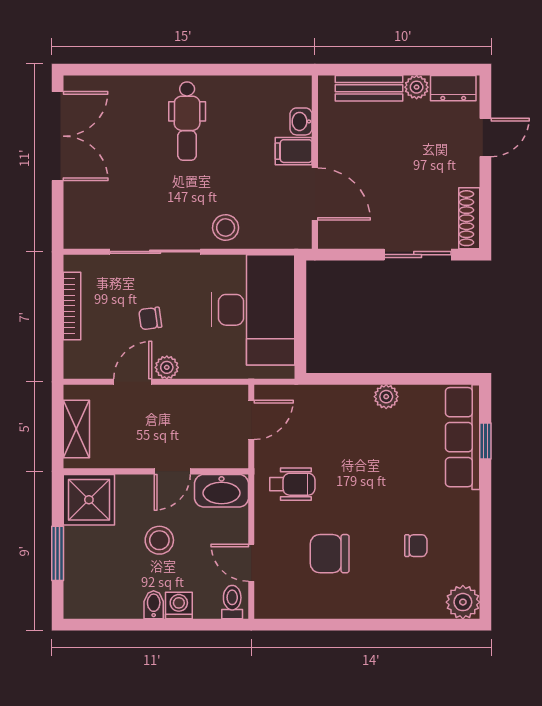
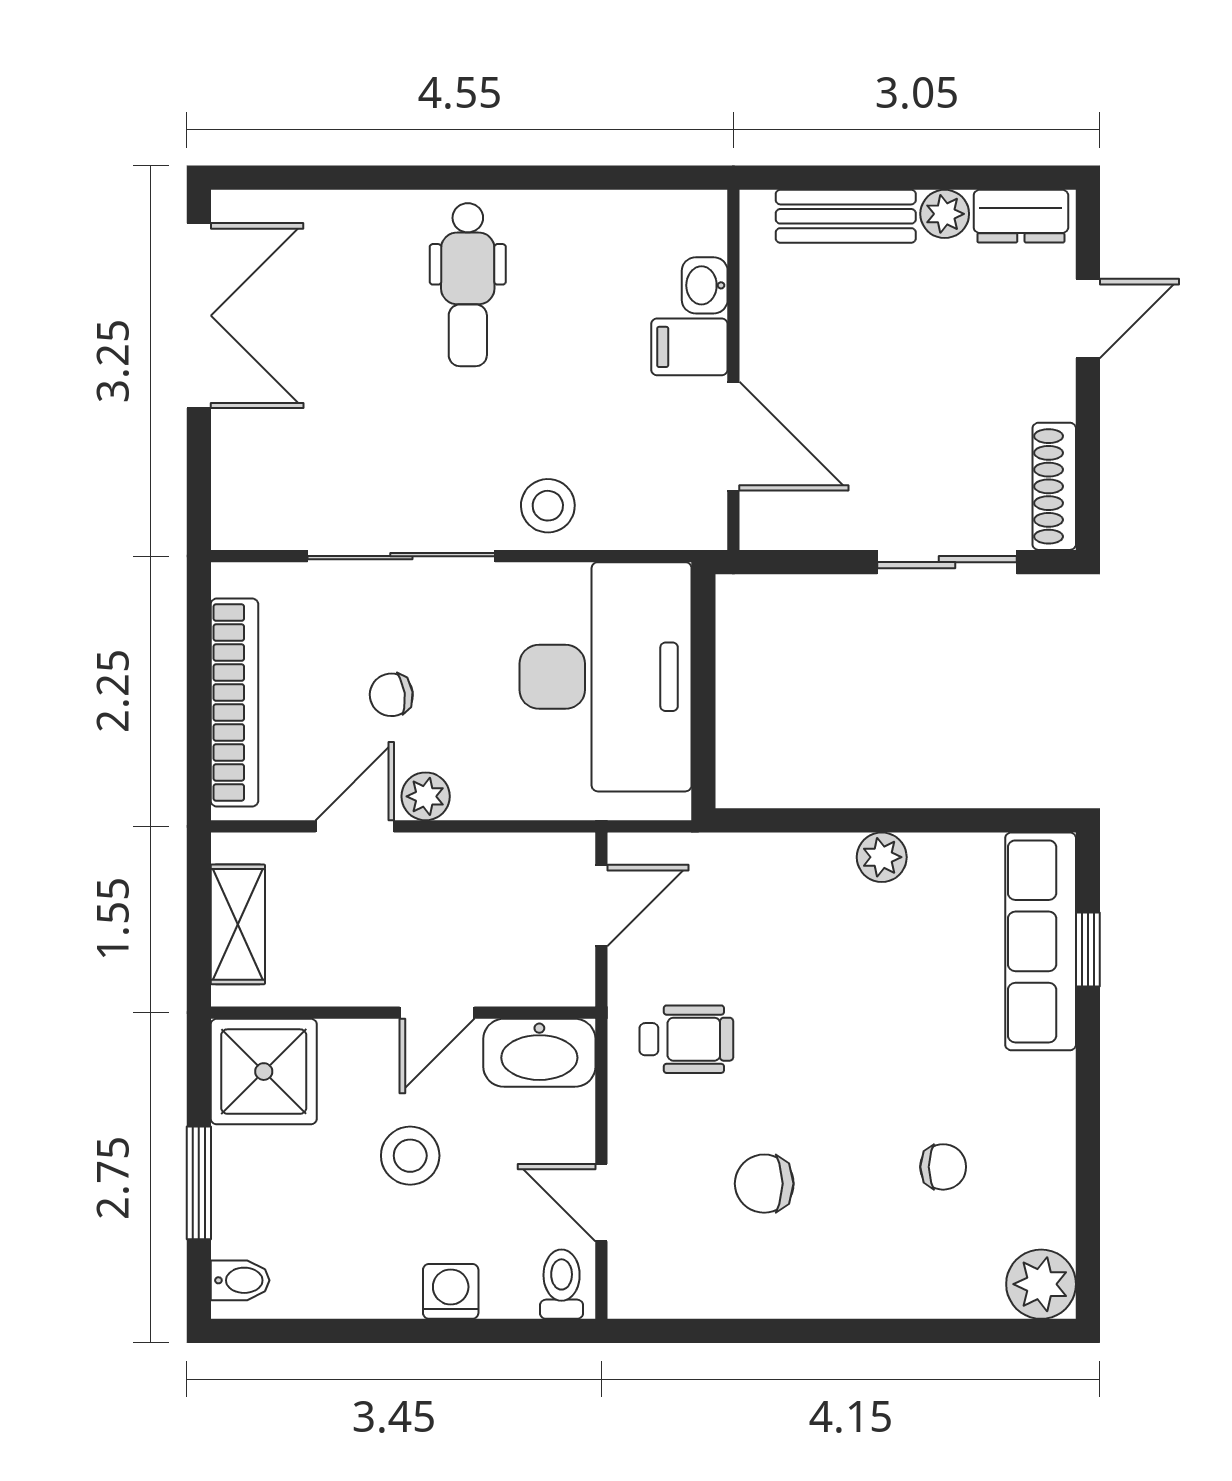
bookcase: (72, 306) -> (234, 703), width x1.48, depth x1.31
chair: (330, 554) -> (764, 1184), width x0.73, depth x0.73
bidet: (154, 605) -> (240, 1280), moved, turned 90

